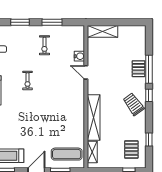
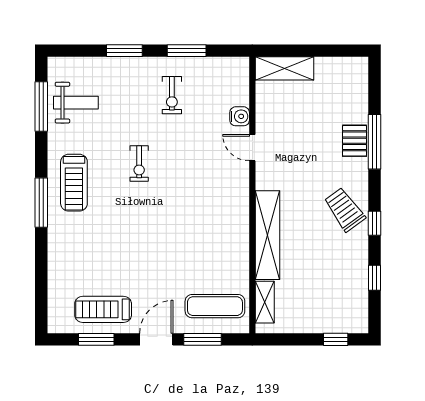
window: (149, 95) -> (374, 223), moved
pallet: (131, 149) -> (341, 297), removed

